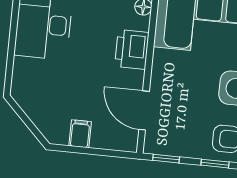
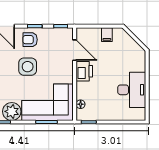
printer: (132, 49) -> (84, 71), moved

